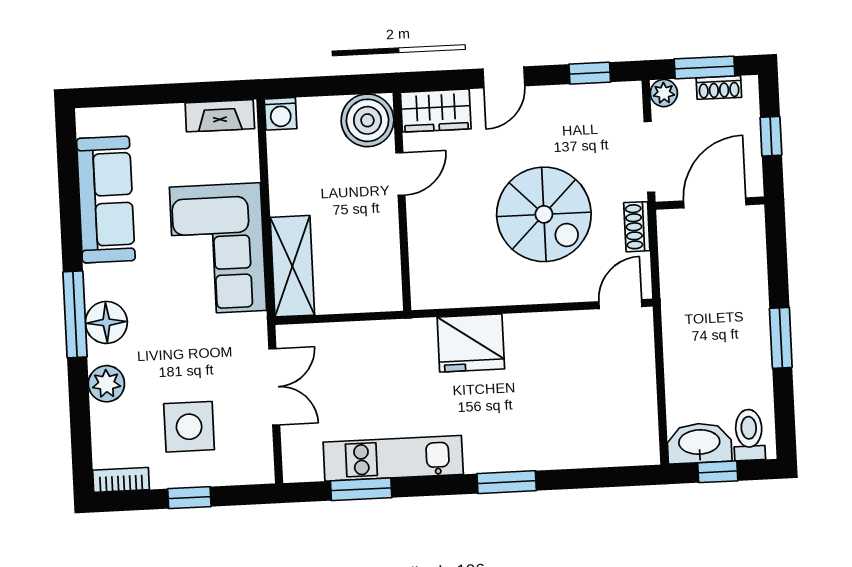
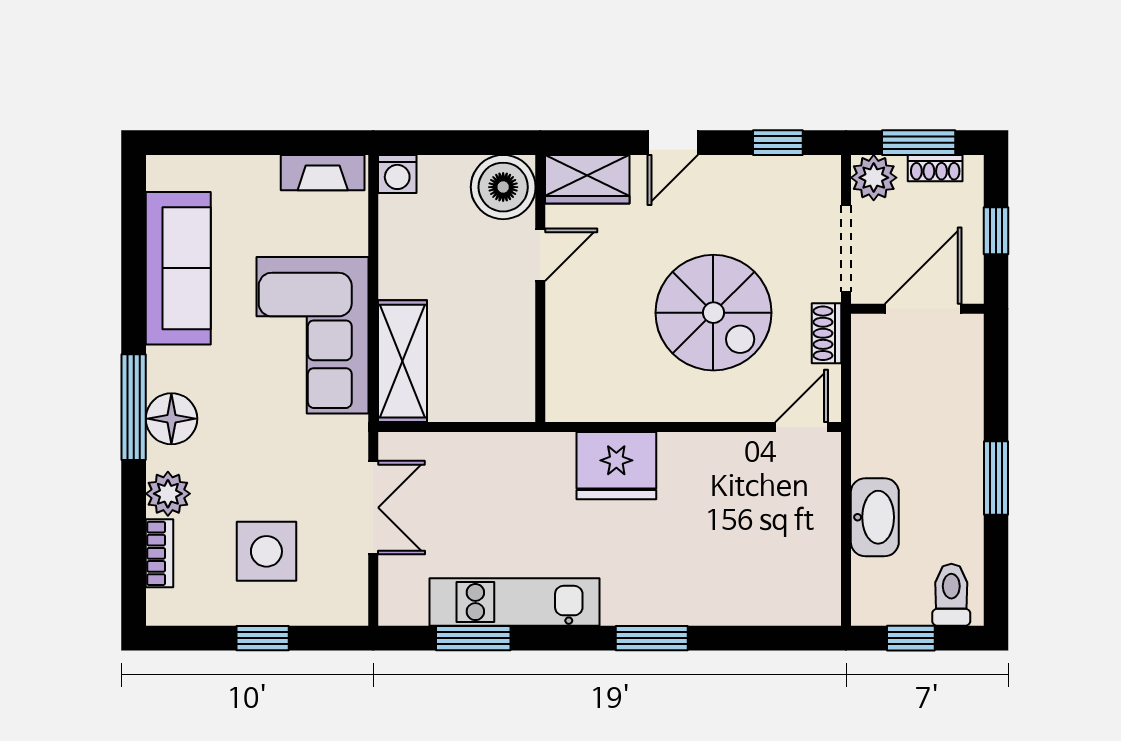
plant: (664, 93) -> (874, 178), width x1.38, depth x1.38
washbasin: (699, 443) -> (875, 517), moved, turned 90
bookcase: (121, 480) -> (159, 553), moved, turned 90

